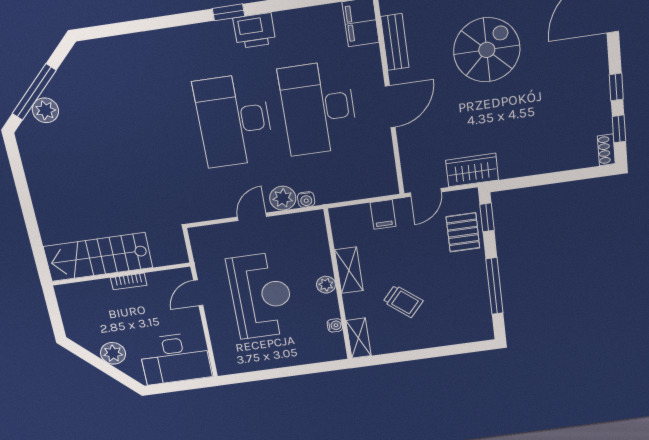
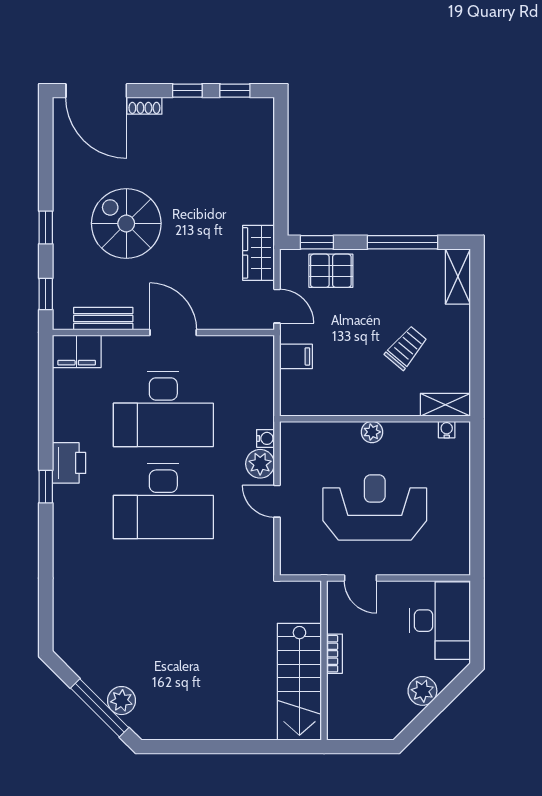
shoe rack: (606, 150) -> (144, 106), moved
shelving: (349, 270) -> (458, 277), moved, turned 90
water cooler: (335, 325) -> (447, 430), moved

